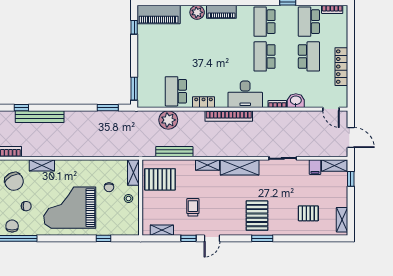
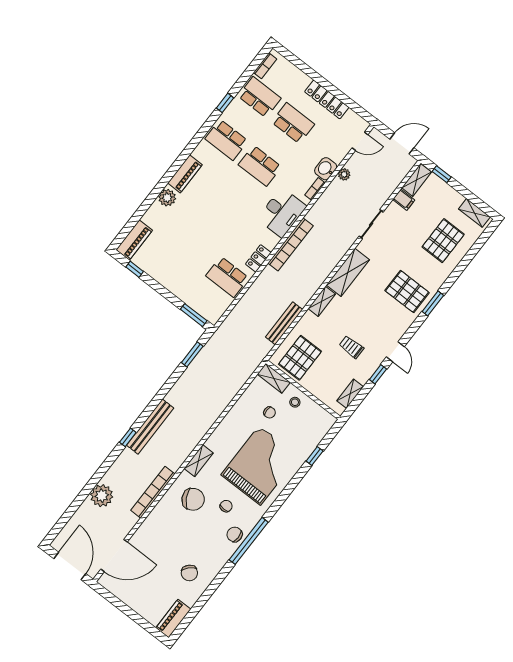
piano: (159, 15) -> (134, 240), width x0.73, depth x0.75
school desk: (309, 22) -> (259, 97), turned 180
plant: (168, 120) -> (344, 174), moved, width x0.53, depth x0.53
grand piano: (70, 208) -> (260, 465), turned 180
pallet: (308, 213) -> (443, 241), width x1.50, depth x1.42

